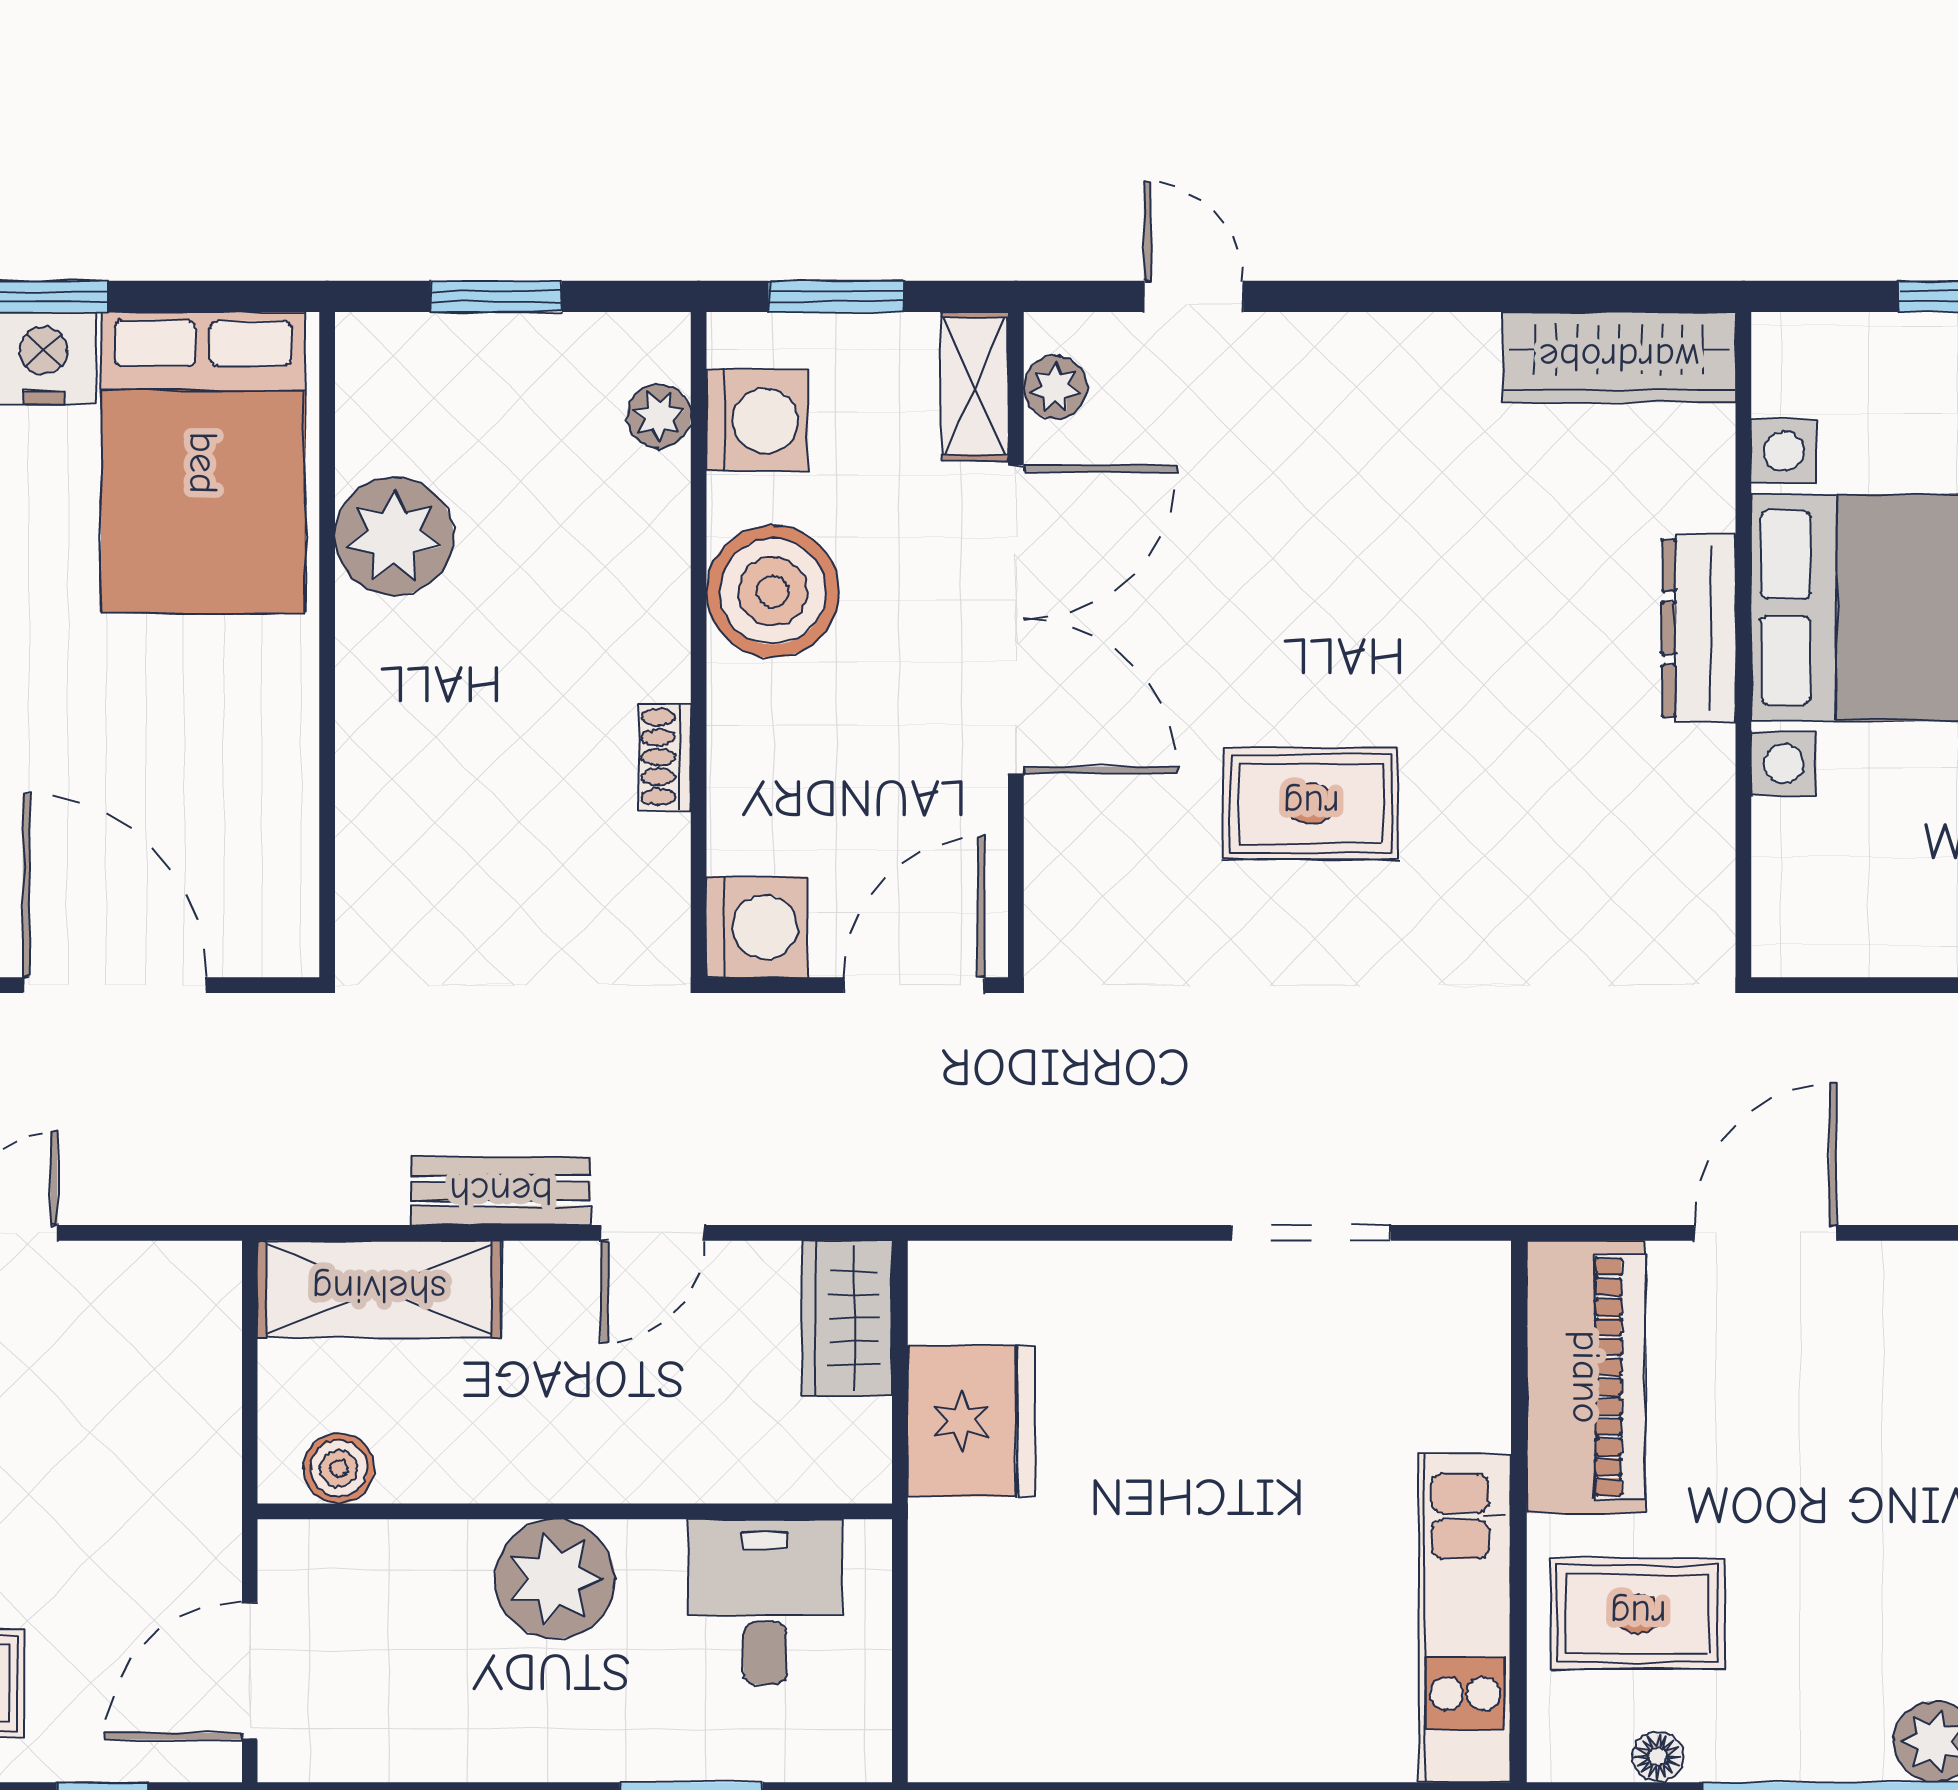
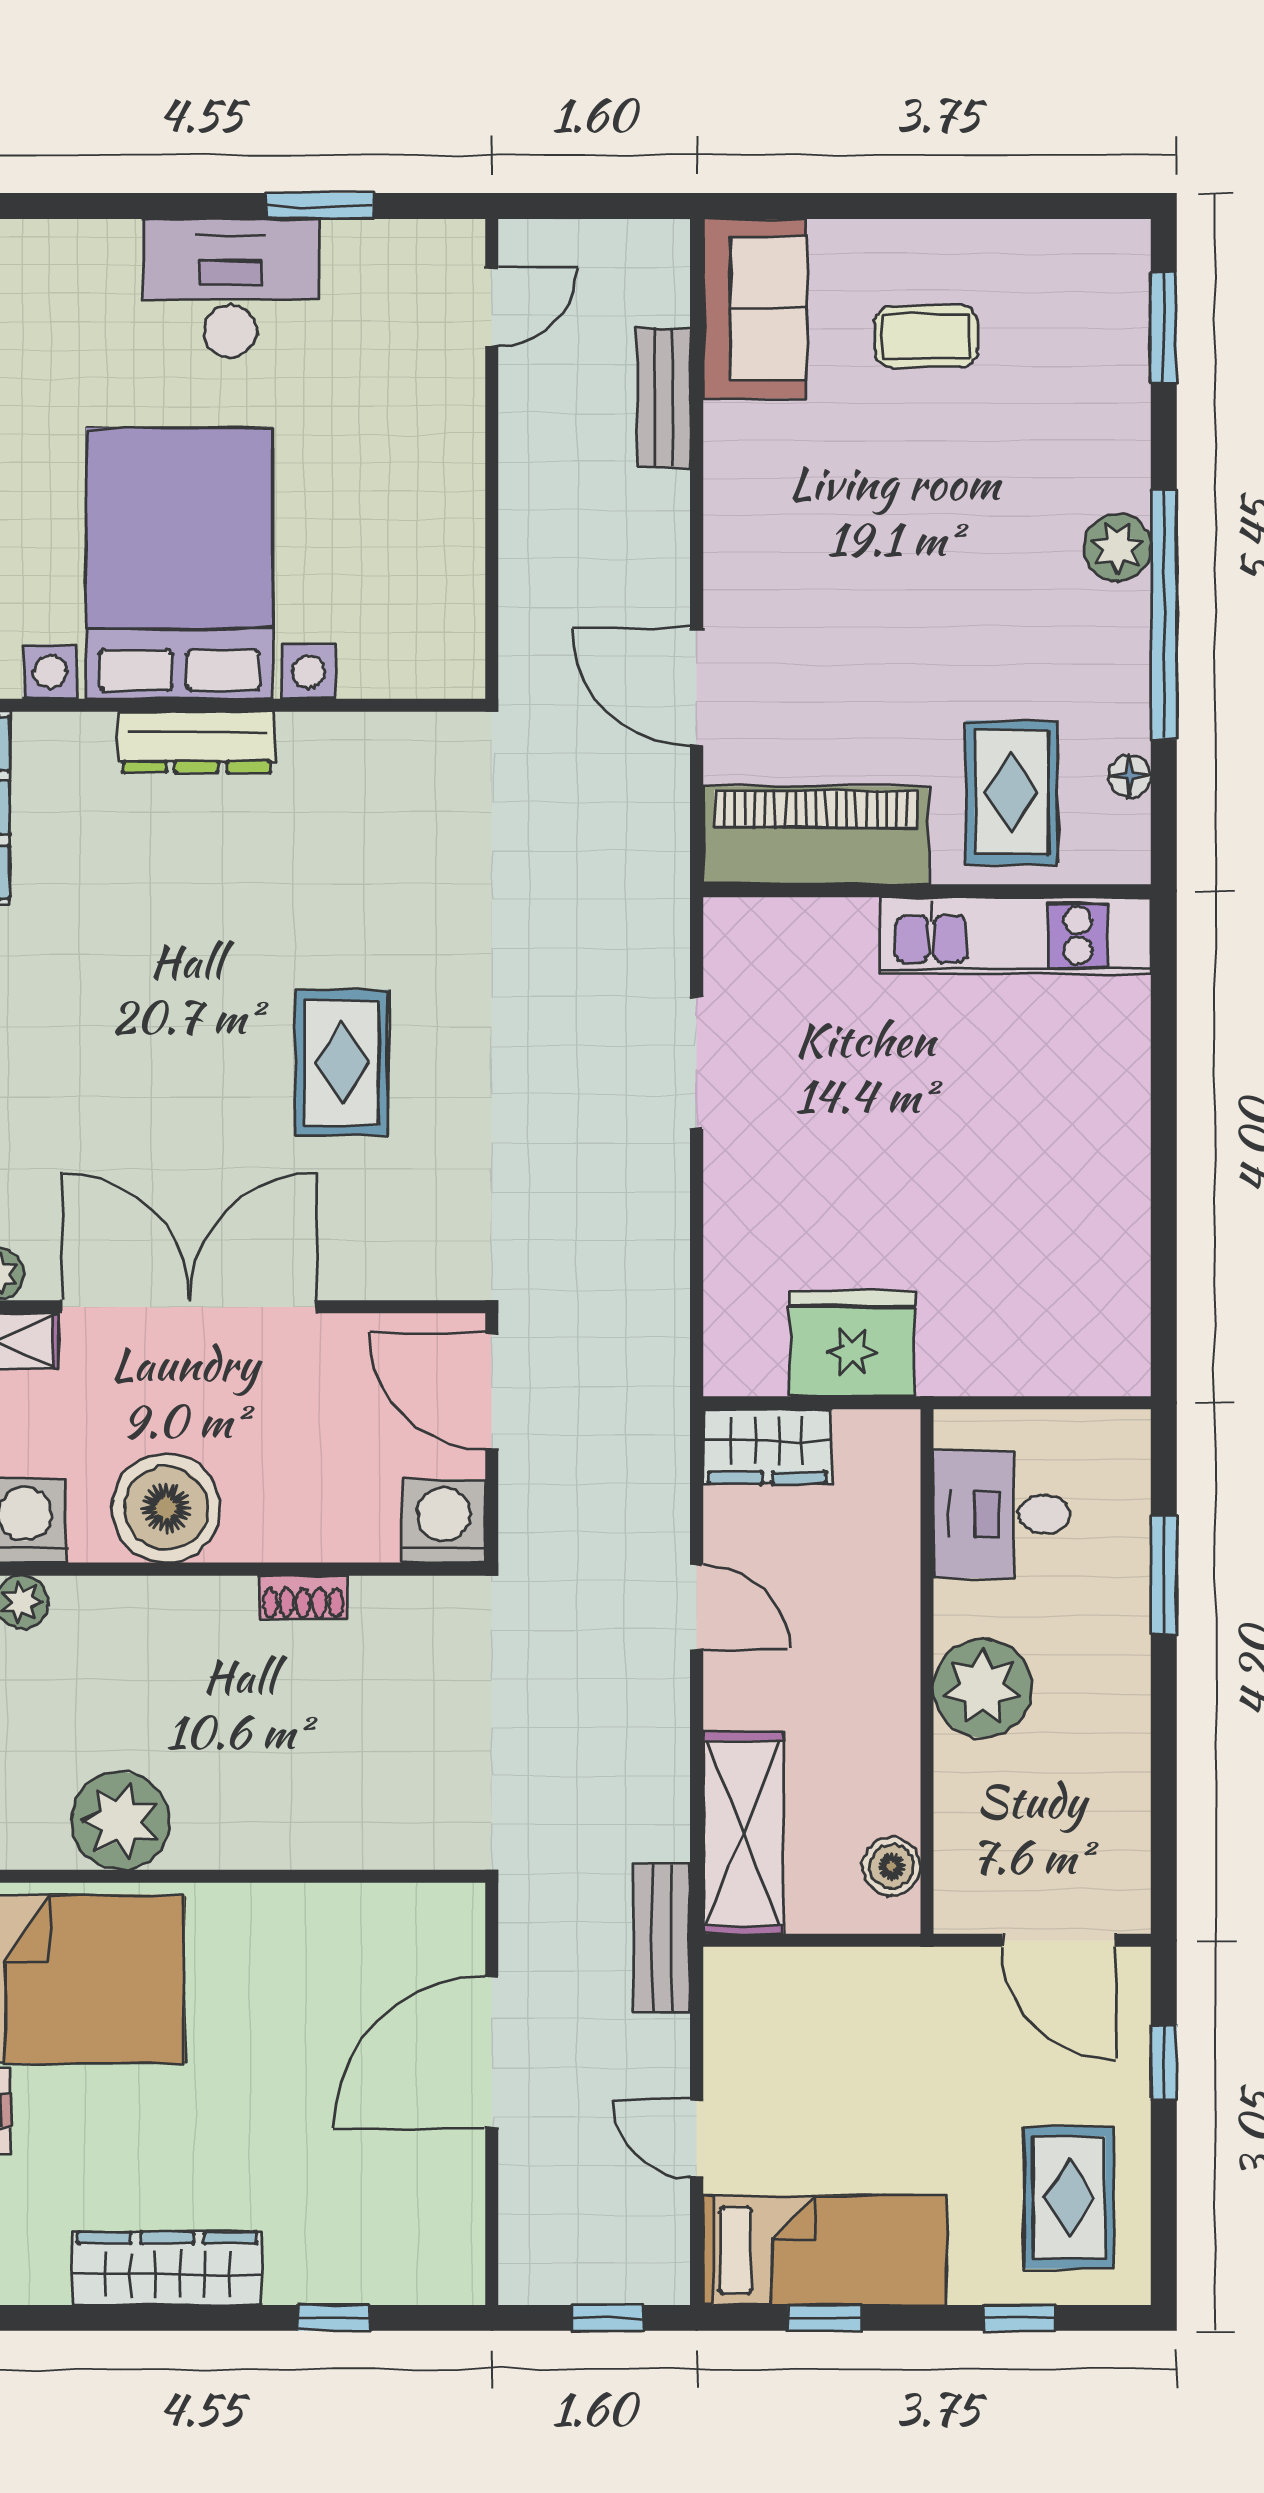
bench: (501, 1191) -> (662, 1938), moved

